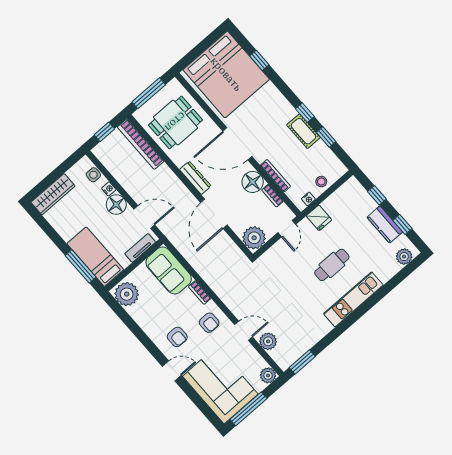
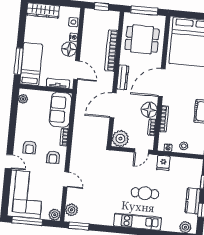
bookcase: (141, 144) -> (111, 50), moved
door: (237, 144) -> (162, 83), hinge flipped
plant: (127, 294) -> (23, 99), width x0.53, depth x0.53
plant: (268, 341) -> (72, 210), moved

